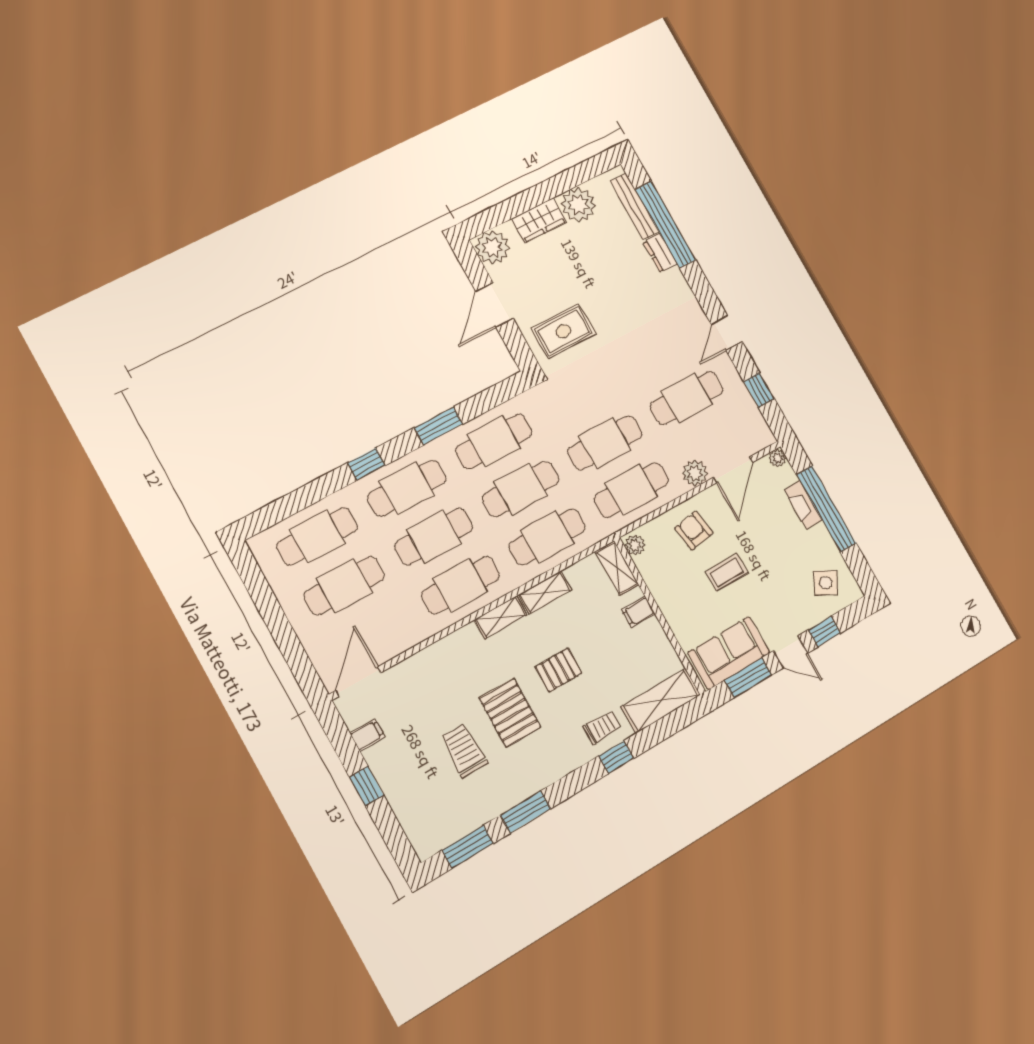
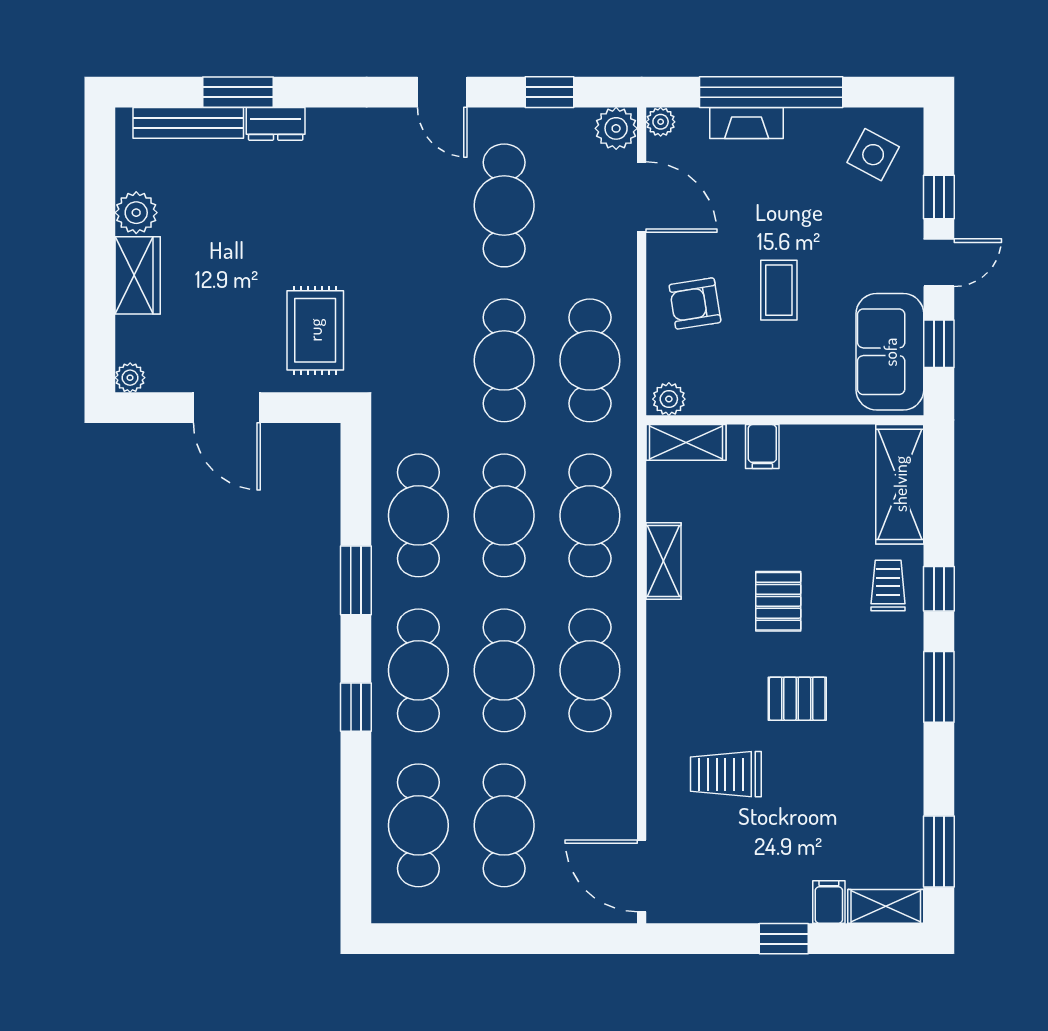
plant: (578, 205) -> (136, 213), width x0.73, depth x0.73
window: (665, 225) -> (238, 92), width x0.47
plant: (492, 247) -> (130, 378), width x0.53, depth x0.53
plant: (695, 473) -> (616, 128), moved
shelving: (501, 617) -> (886, 906), moved, turned 90
window: (748, 678) -> (939, 344), width x0.67
pallet: (510, 713) -> (797, 699), width x0.67, depth x0.71
filing cabinet: (367, 735) -> (829, 902), moved
trolley: (464, 750) -> (726, 774), moved
window: (525, 812) -> (939, 687), moved

